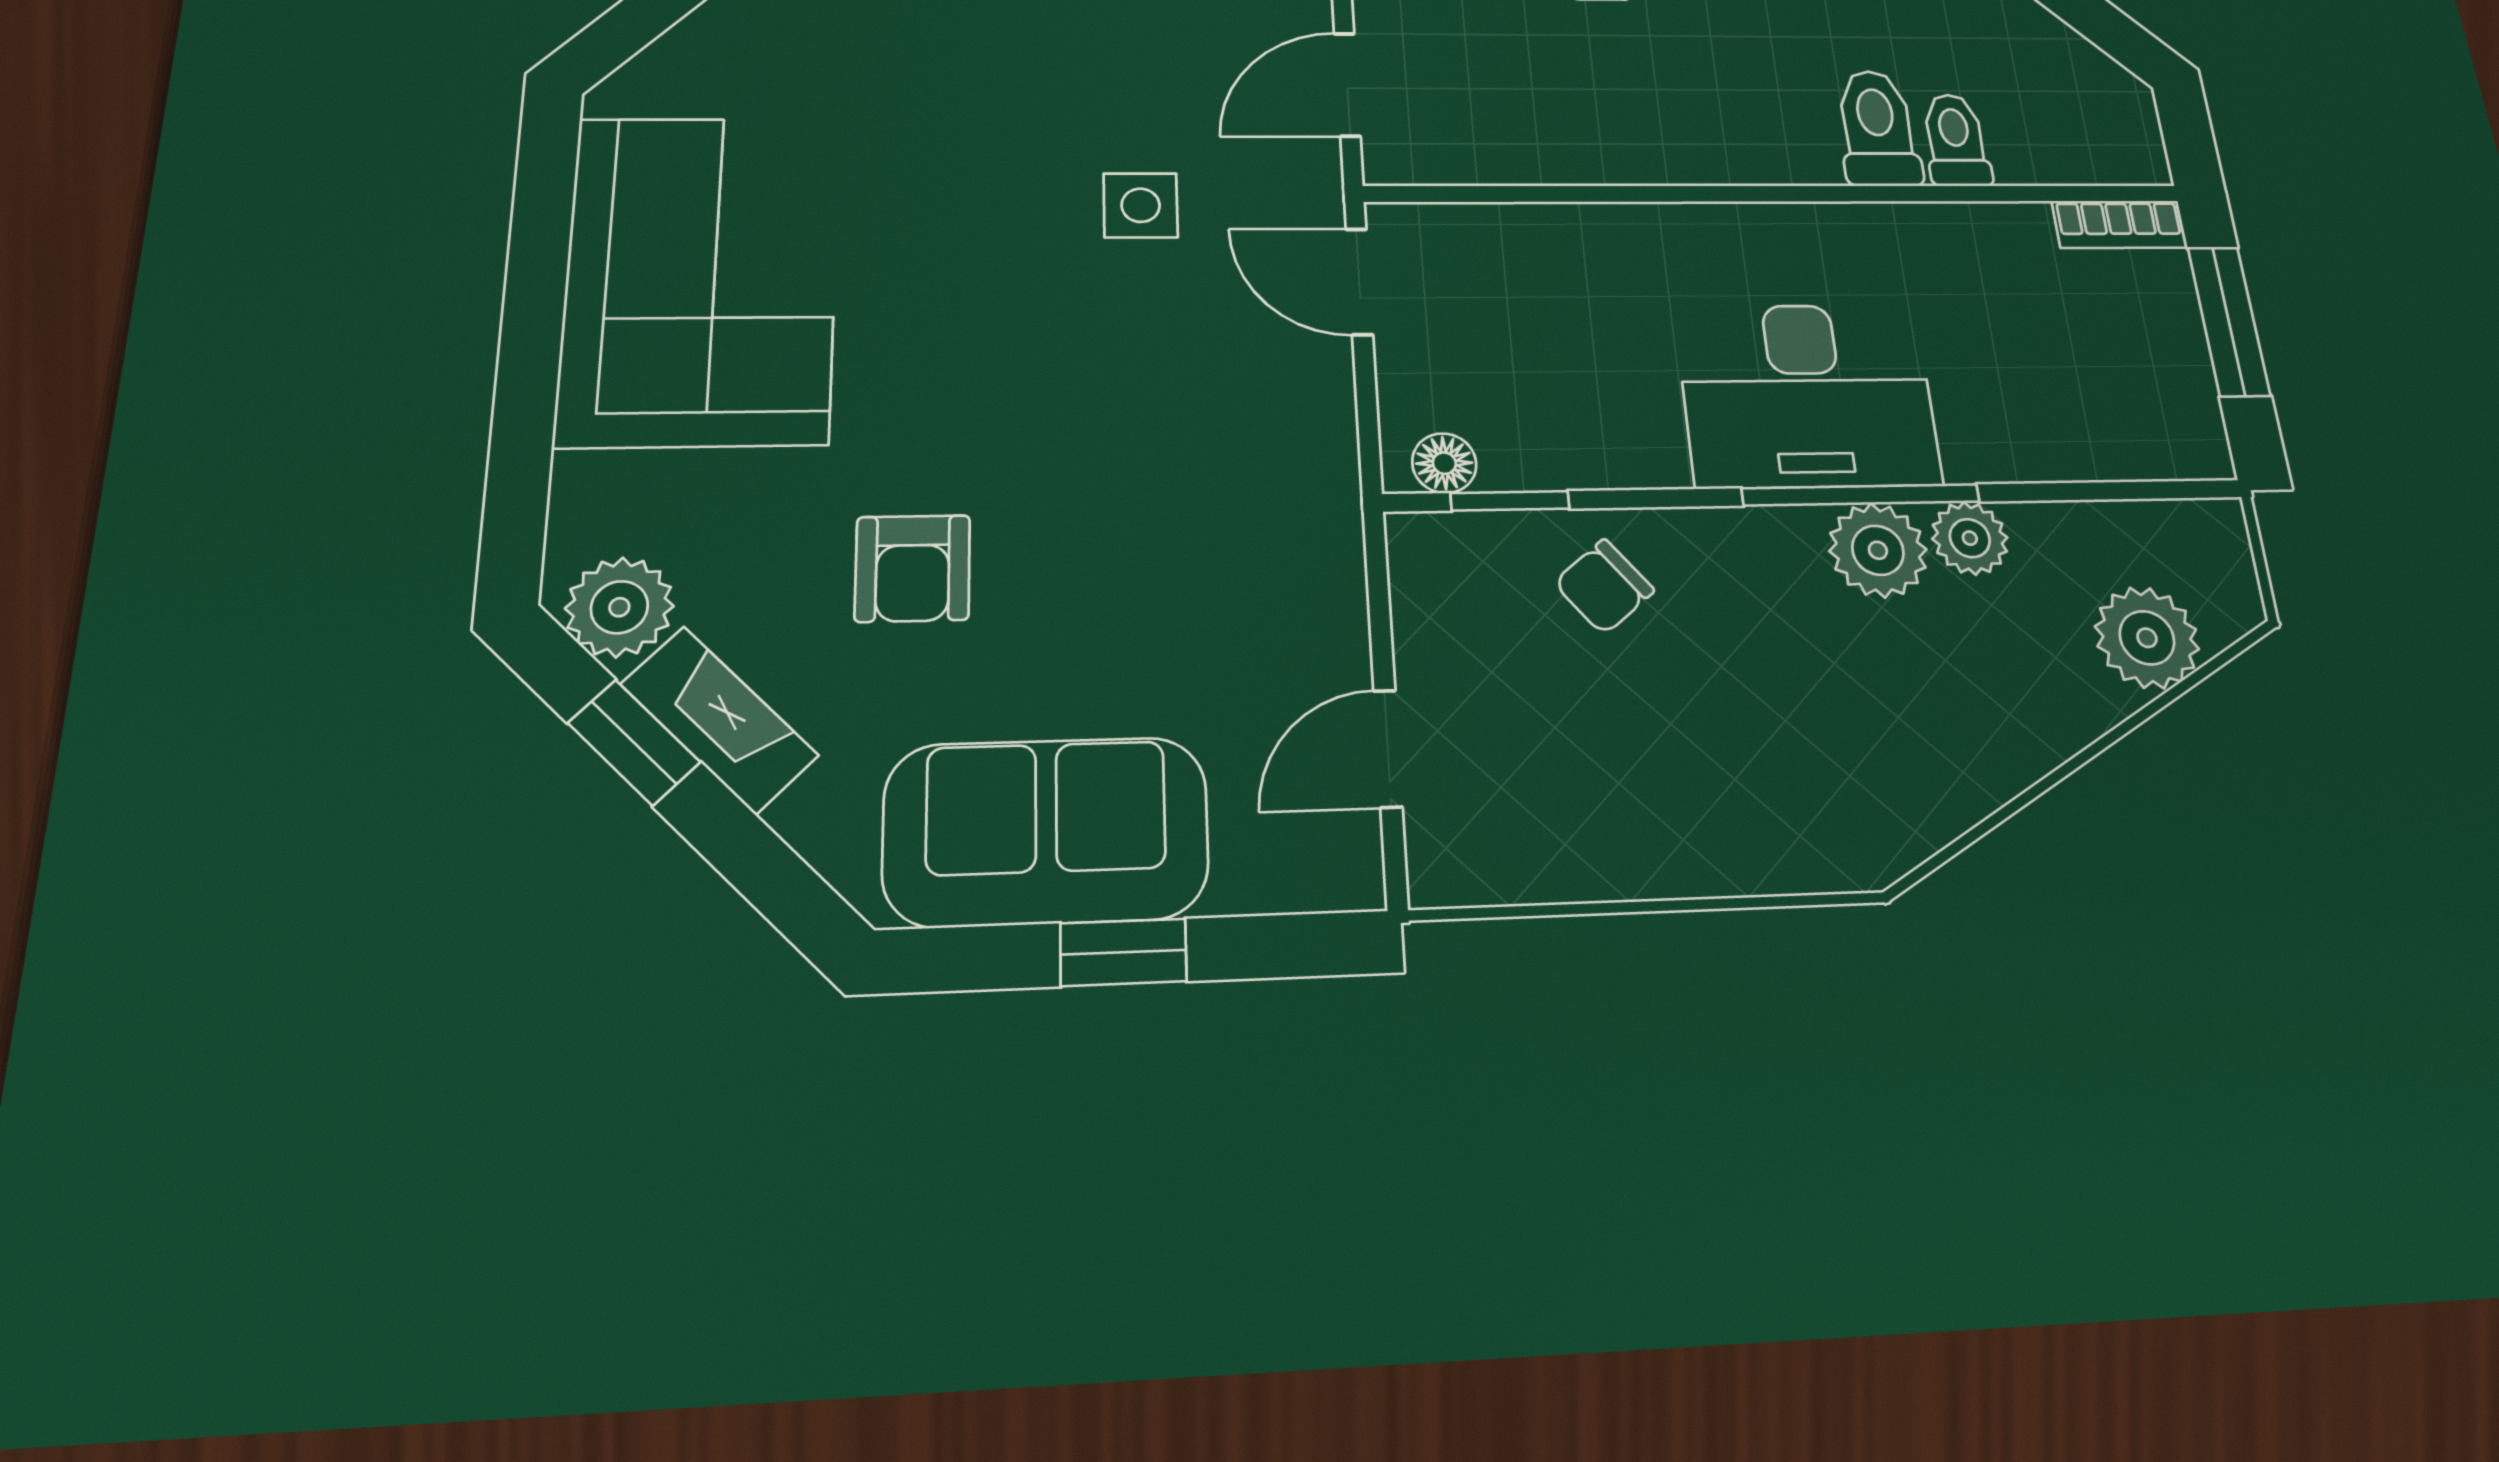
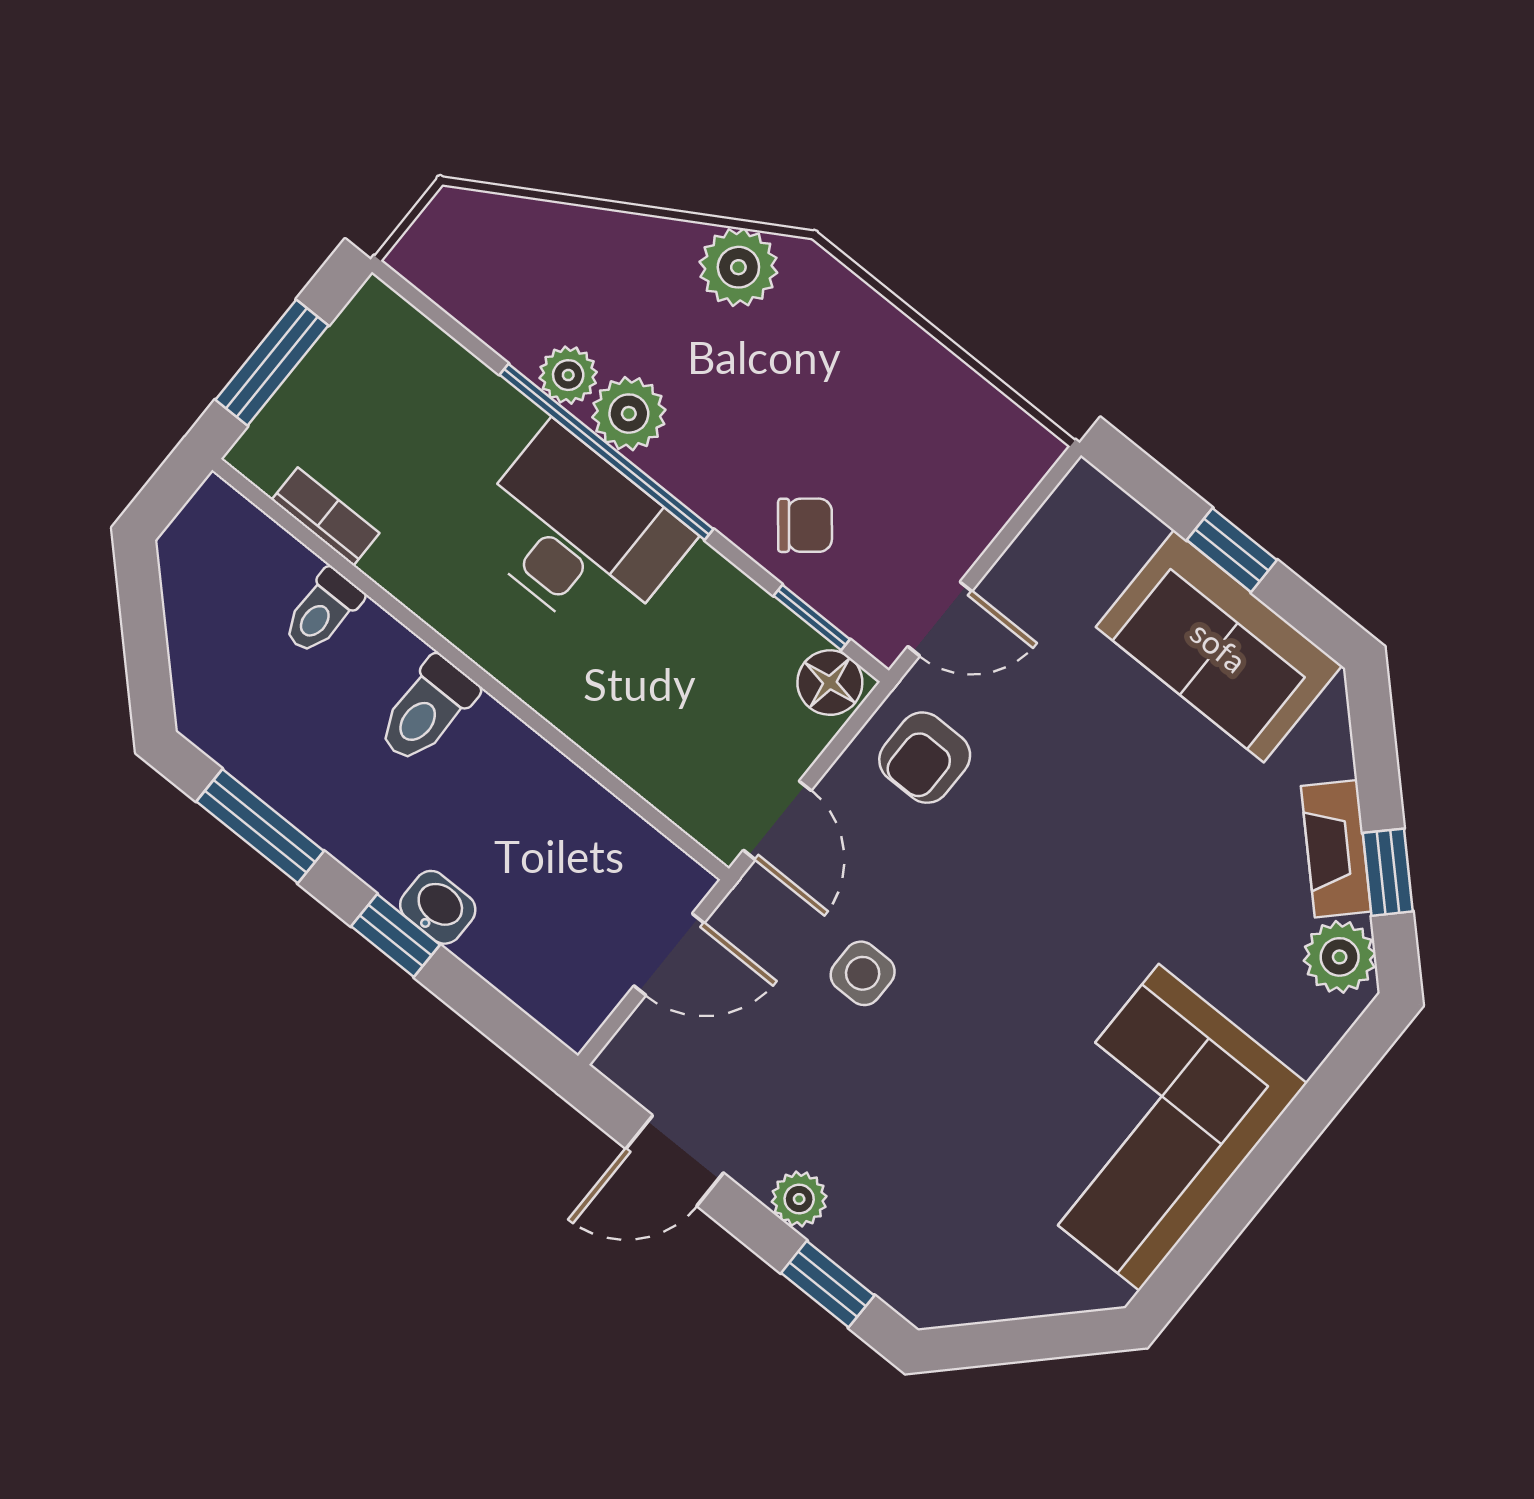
toilet: (1877, 128) -> (427, 710), moved
bookcase: (2119, 224) -> (326, 516), moved
floor lamp: (1444, 463) -> (830, 683), width x1.37, depth x1.37
window: (1861, 495) -> (607, 452), width x1.46
armchair: (913, 568) -> (925, 758), moved, turned 180
plant: (2147, 638) -> (738, 267), moved
door: (1388, 749) -> (940, 619), moved

